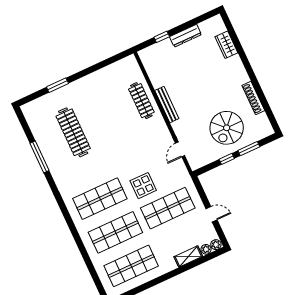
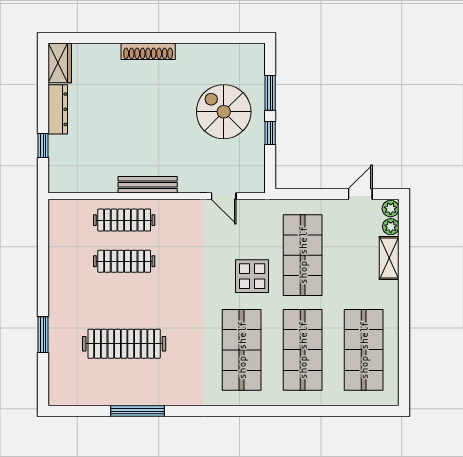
wardrobe: (226, 45) -> (60, 63), moved, turned -90
shoe rack: (253, 98) -> (148, 51), moved
clothes rail: (119, 111) -> (124, 261), added
spiral stairs: (227, 128) -> (224, 112), turned 180
door: (212, 214) -> (360, 194), moved

